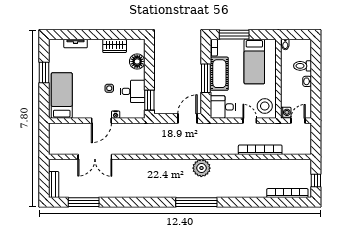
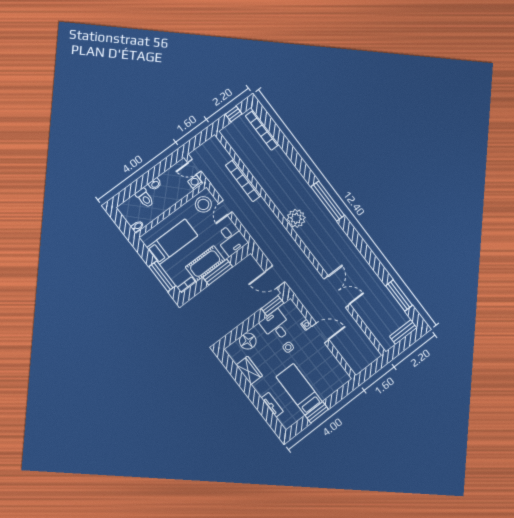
bed: (62, 96) -> (299, 389), moved, turned 90
door: (187, 118) -> (275, 277), moved
double door: (95, 157) -> (337, 292), moved

